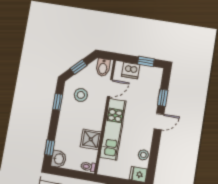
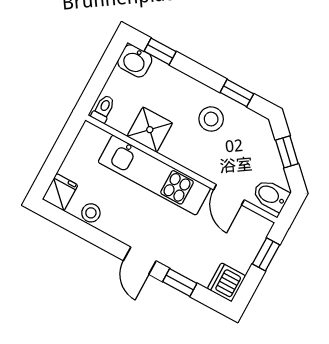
window: (146, 62) -> (266, 254), moved
dishwasher: (131, 70) -> (226, 282), moved
stool: (81, 95) -> (211, 119), moved

